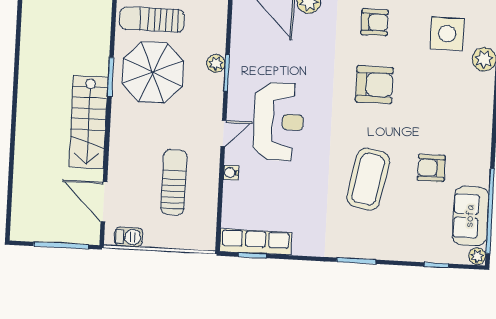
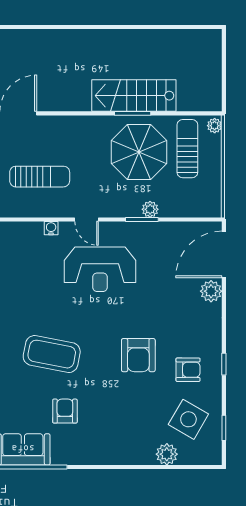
armchair: (375, 22) -> (188, 370), moved, turned -90
side table: (447, 34) -> (188, 419), turned 30
stairs: (89, 122) -> (134, 96), moved

